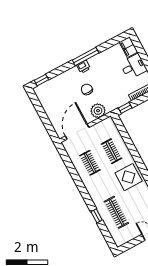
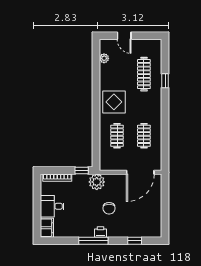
window: (41, 80) -> (135, 241), moved
plant: (98, 111) -> (97, 182), moved

